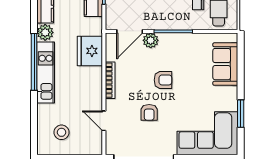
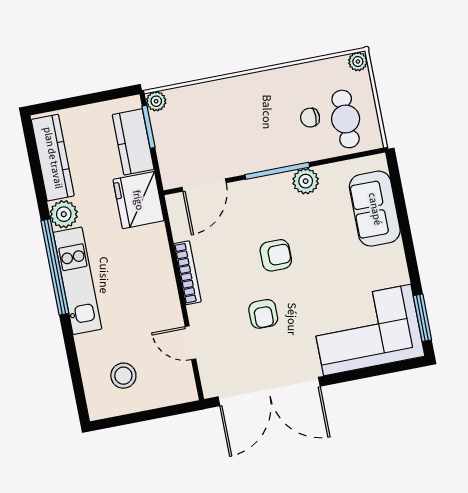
plant: (151, 40) -> (306, 181), moved
fridge: (90, 51) -> (138, 200), moved
window: (241, 114) -> (422, 318), moved

